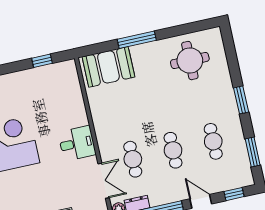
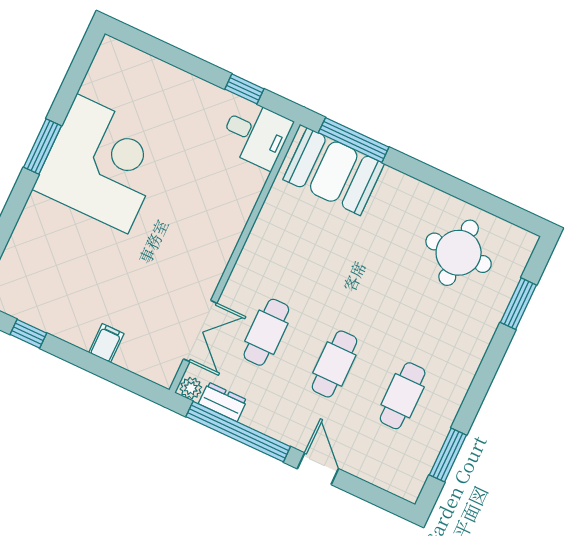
window: (137, 40) -> (354, 140), moved
window: (241, 100) -> (518, 304), moved
desk: (77, 143) -> (256, 134), moved
window: (234, 194) -> (374, 495), removed

